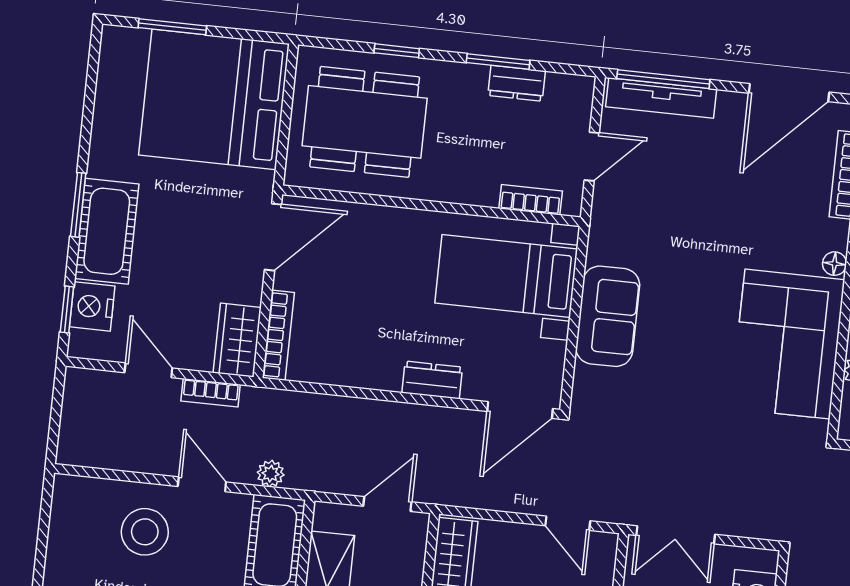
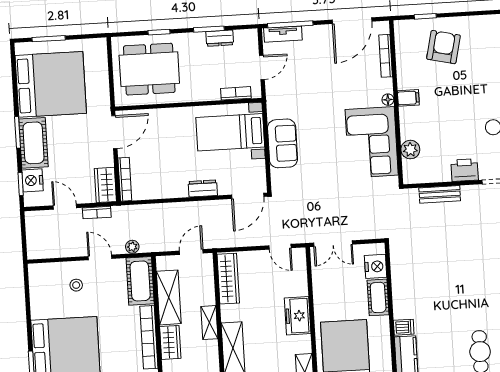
tv unit: (661, 98) -> (283, 34), width x0.71
bed: (214, 99) -> (51, 84), moved, turned 180
stool: (145, 532) -> (76, 285), width x0.53, depth x0.53

